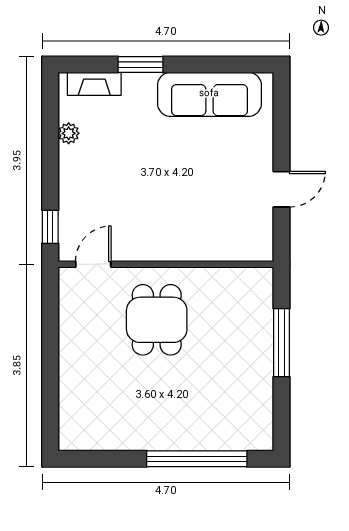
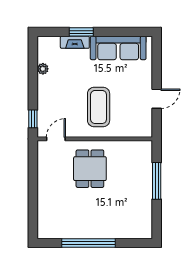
fireplace: (94, 84) -> (75, 42), moved
coffee table: (173, 205) -> (99, 107), added
window: (197, 459) -> (88, 243), moved

